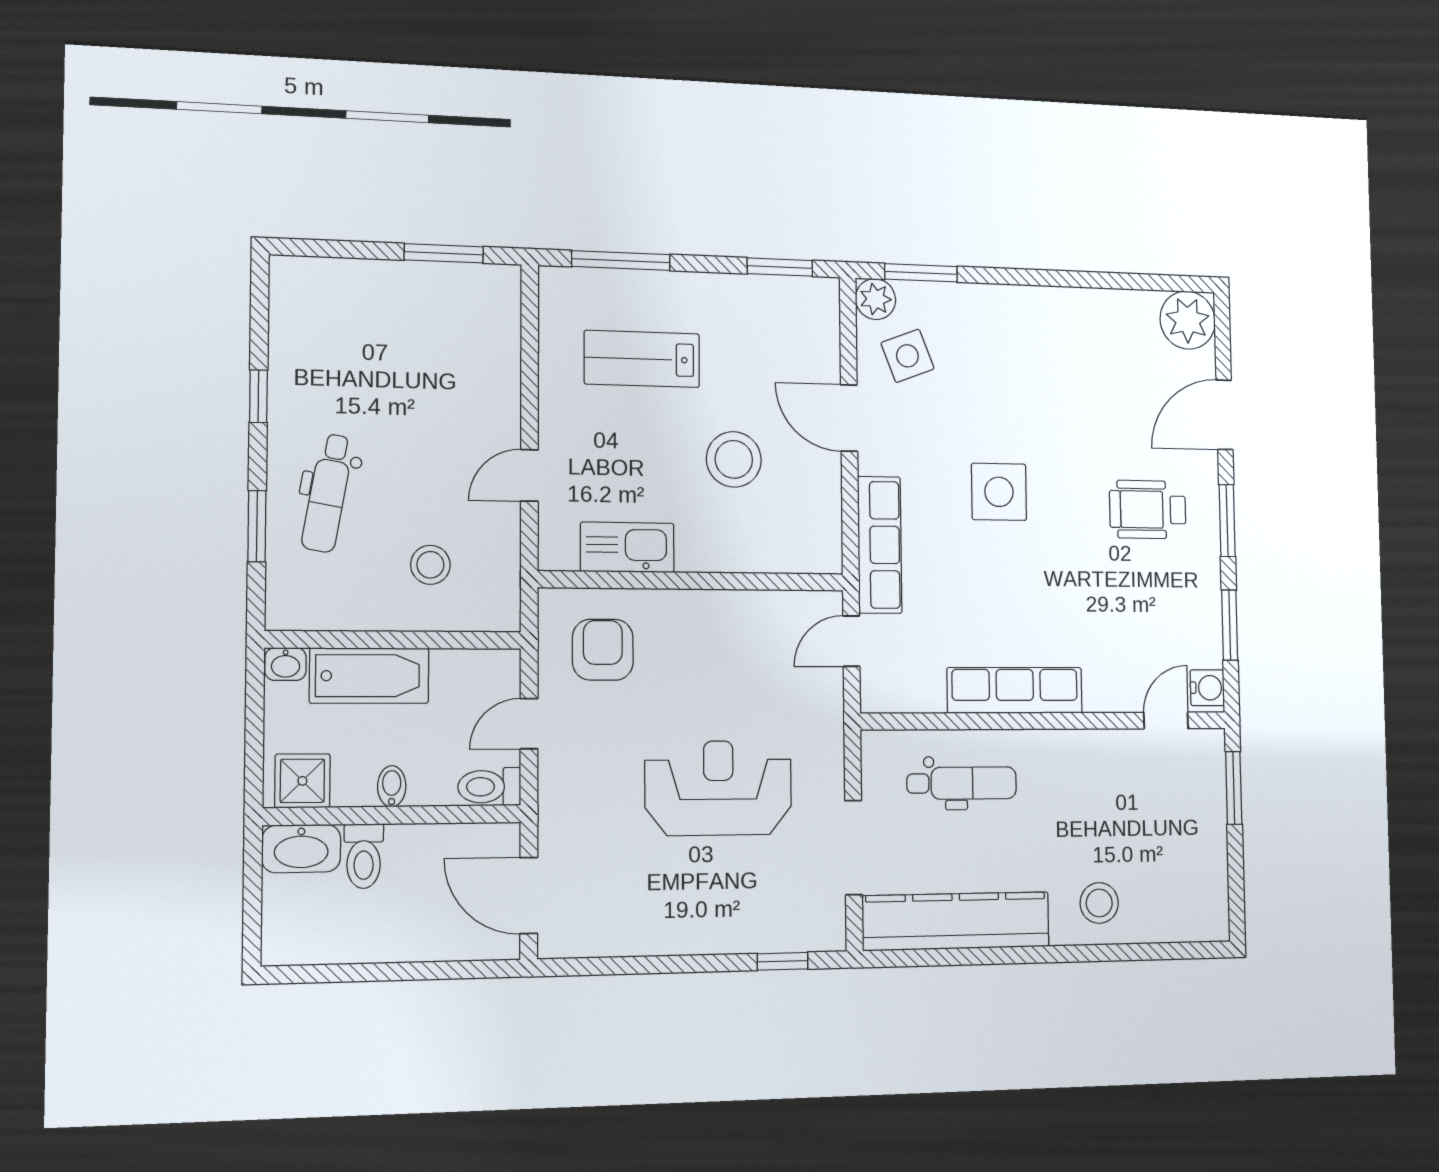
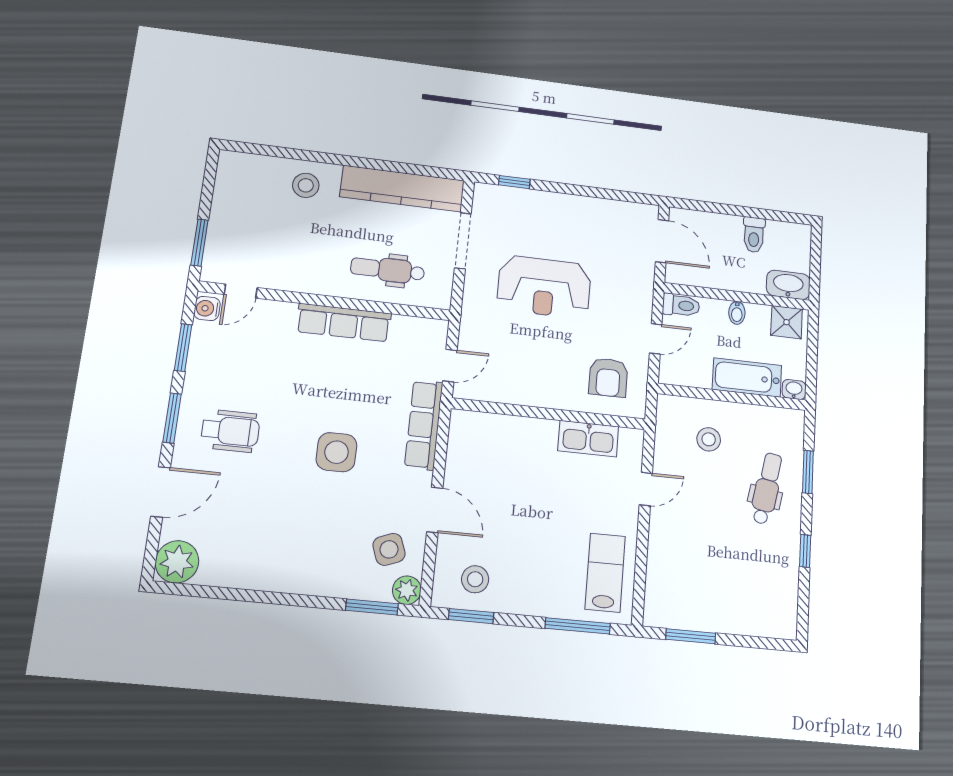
lab bench: (642, 359) -> (605, 573), moved, turned -90
stool: (734, 459) -> (475, 579), moved, width x0.73, depth x0.73
toilet: (364, 856) -> (754, 235), moved, turned 180

